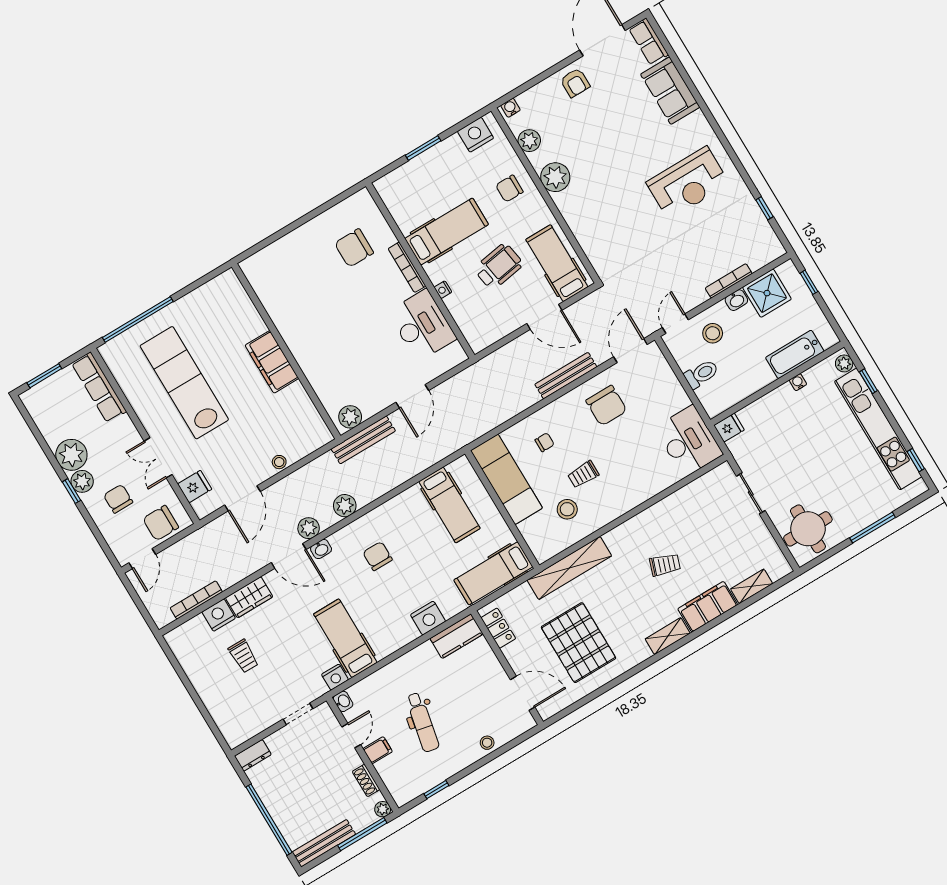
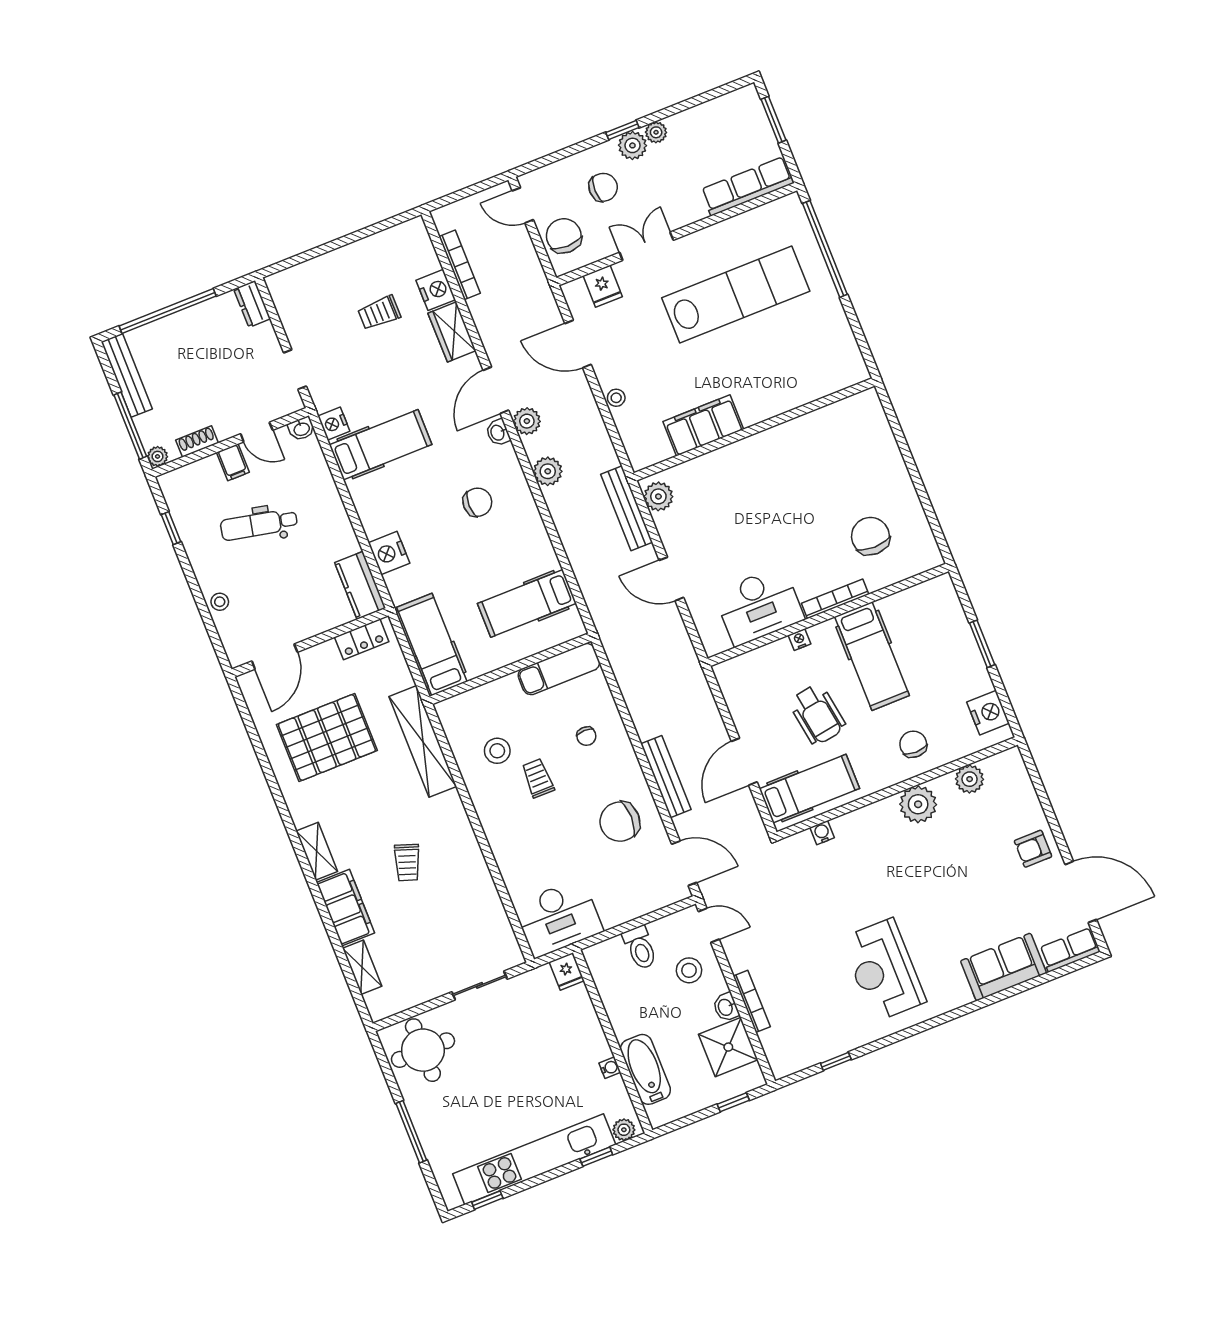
water cooler: (510, 108) -> (822, 833), moved, turned -90
filing cabinet: (272, 362) -> (703, 425), moved
plant: (71, 455) -> (656, 132), width x0.53, depth x0.53
exam couch: (506, 479) -> (559, 669), width x0.73, depth x0.69

